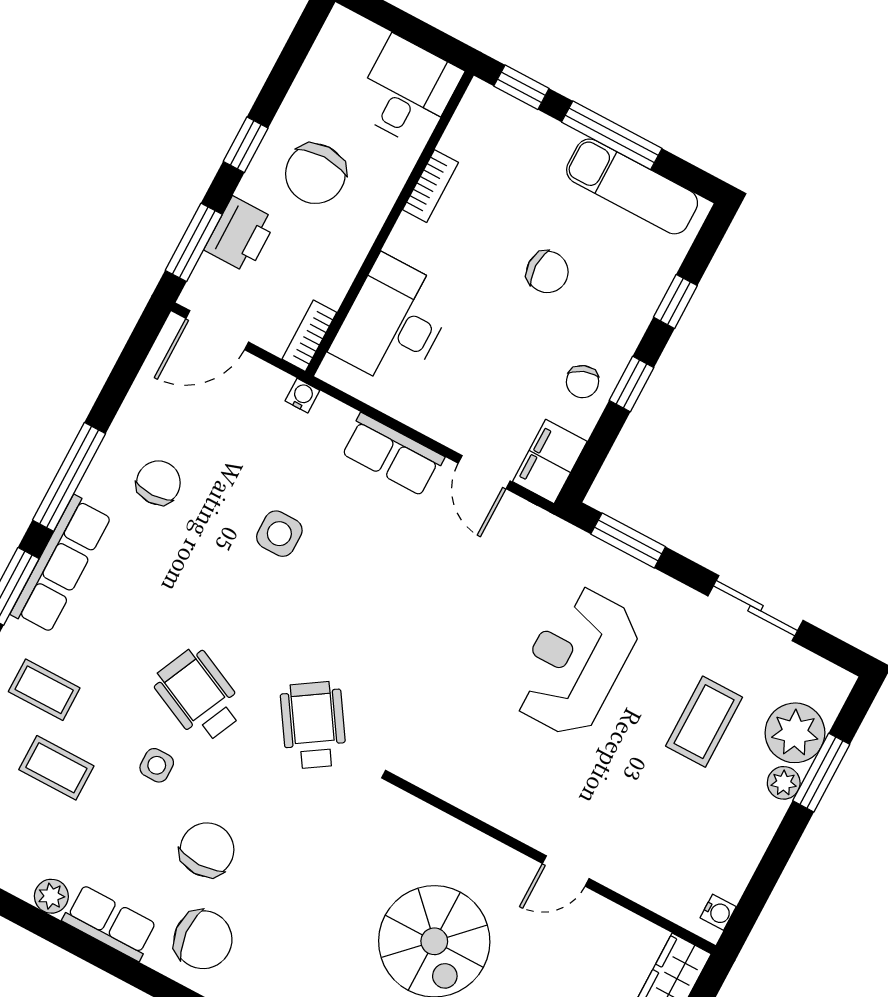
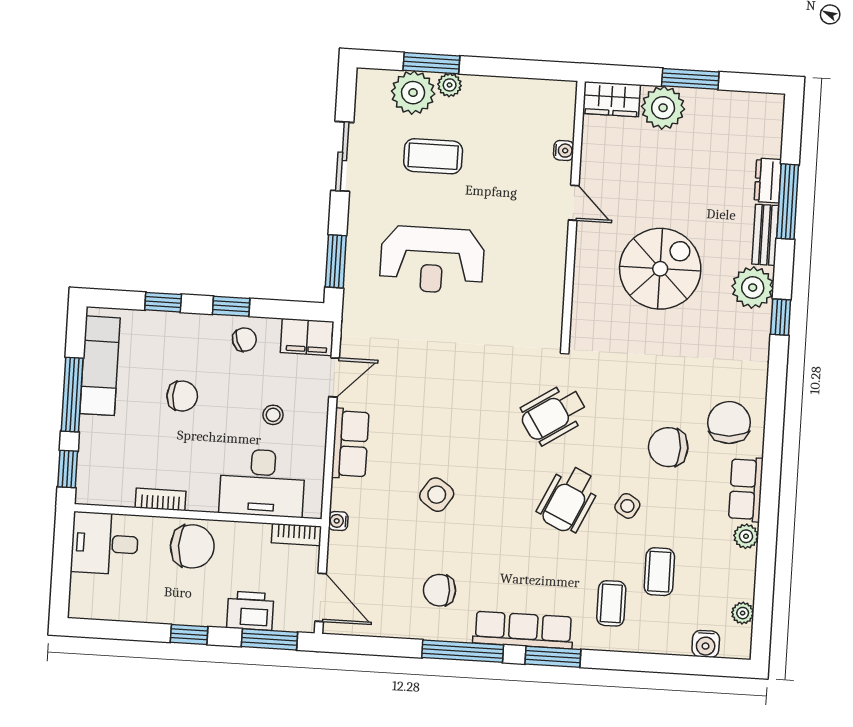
chair: (315, 174) -> (192, 546), moved
chair: (547, 272) -> (182, 396), turned 90
stool: (472, 375) -> (273, 415), added
side table: (279, 534) -> (437, 495), turned 34
side table: (157, 765) -> (627, 506), turned 31
water cooler: (718, 912) -> (564, 150), moved, turned 90

